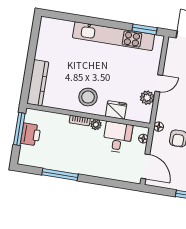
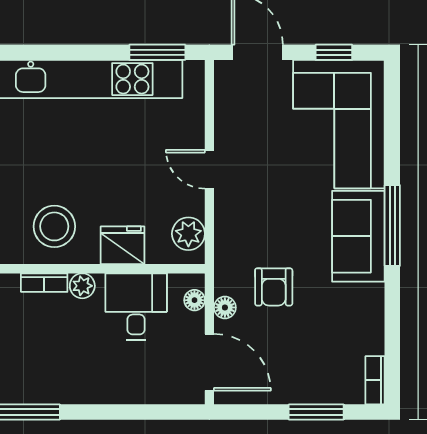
door: (159, 83) -> (209, 169), swing flipped
plant: (147, 98) -> (188, 234), moved
floor lamp: (159, 127) -> (225, 307), moved

